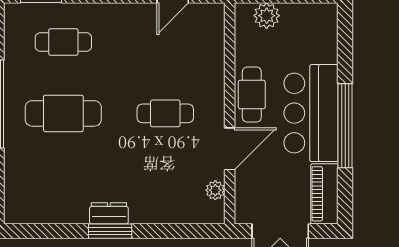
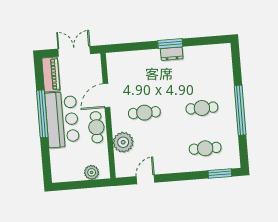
cafe table: (63, 113) -> (202, 108), width x0.73, depth x0.74
plant: (215, 190) -> (123, 142), moved, width x1.88, depth x1.88

